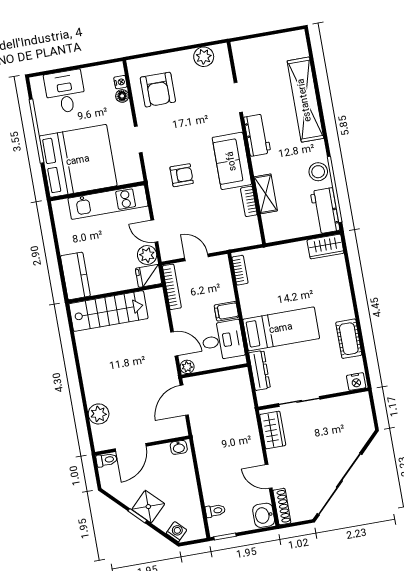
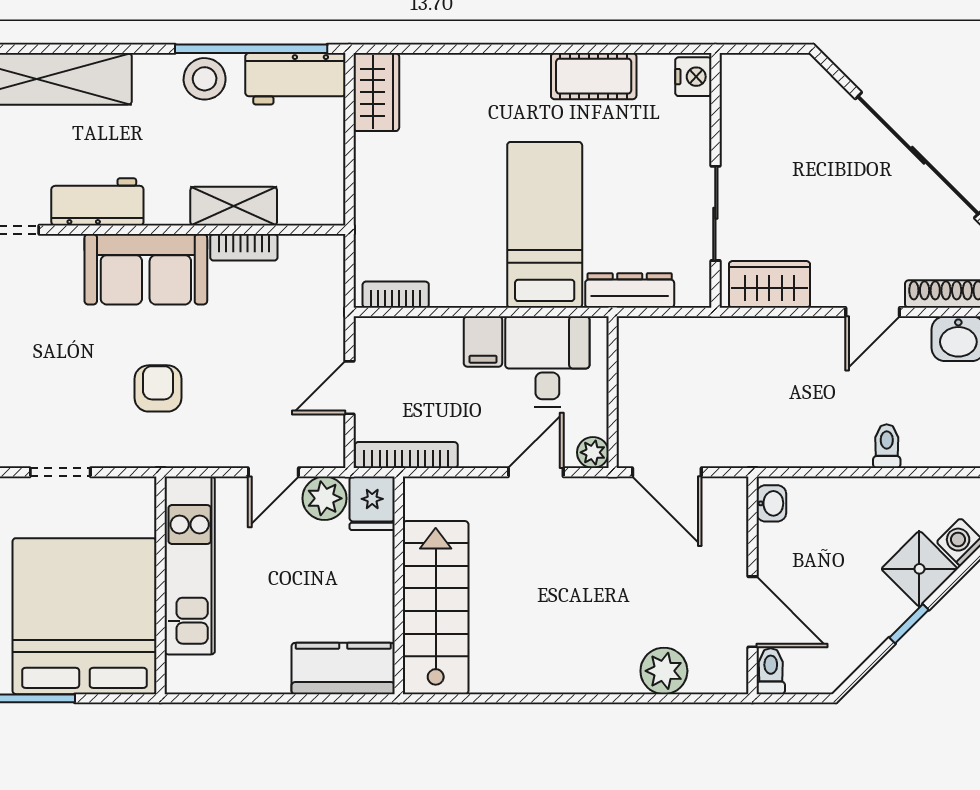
shower: (148, 507) -> (919, 569), moved
toilet: (215, 511) -> (887, 446), moved

